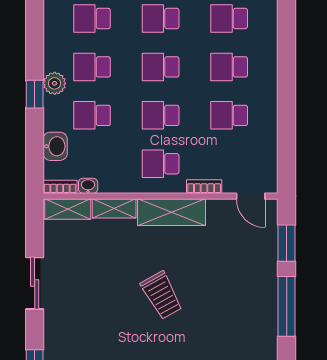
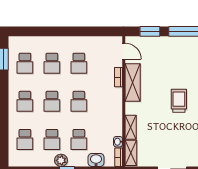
school desk: (161, 164) -> (106, 101), removed
door: (251, 196) -> (124, 51), hinge flipped
shelving: (171, 212) -> (133, 82), moved
trolley: (162, 295) -> (179, 101), turned -61

